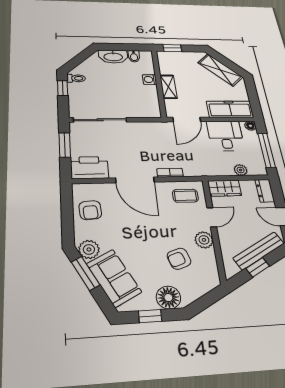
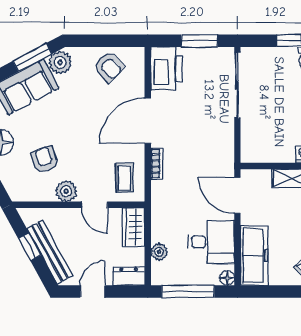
armchair: (90, 210) -> (109, 66), turned -131

